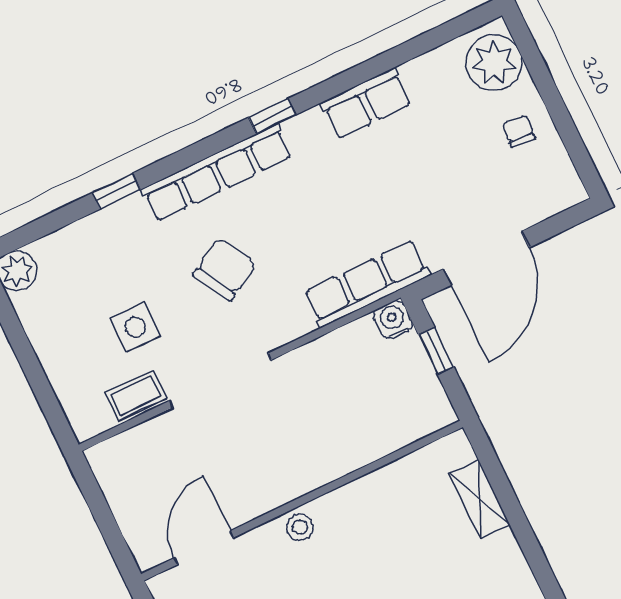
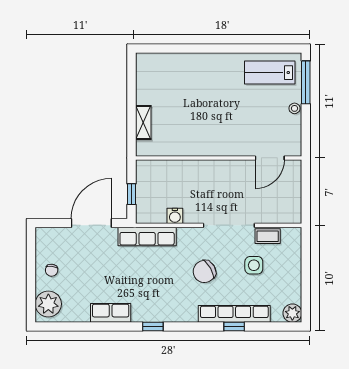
row of seats: (217, 173) -> (234, 314), moved
water cooler: (393, 320) -> (175, 216), moved
stool: (300, 527) -> (225, 147), removed

